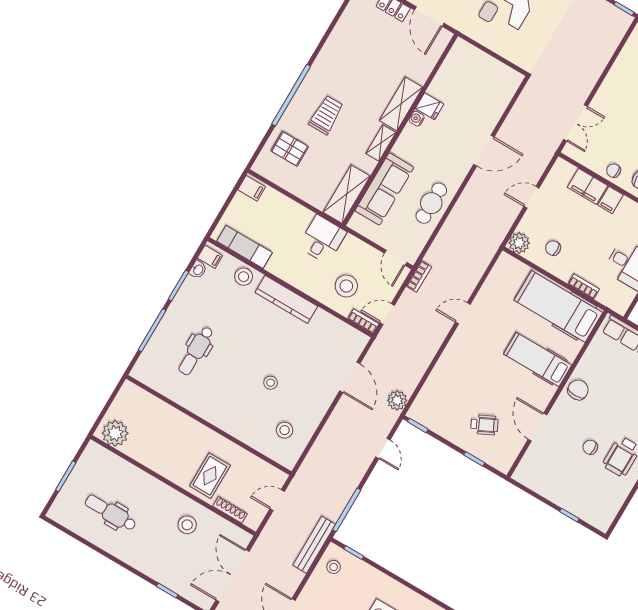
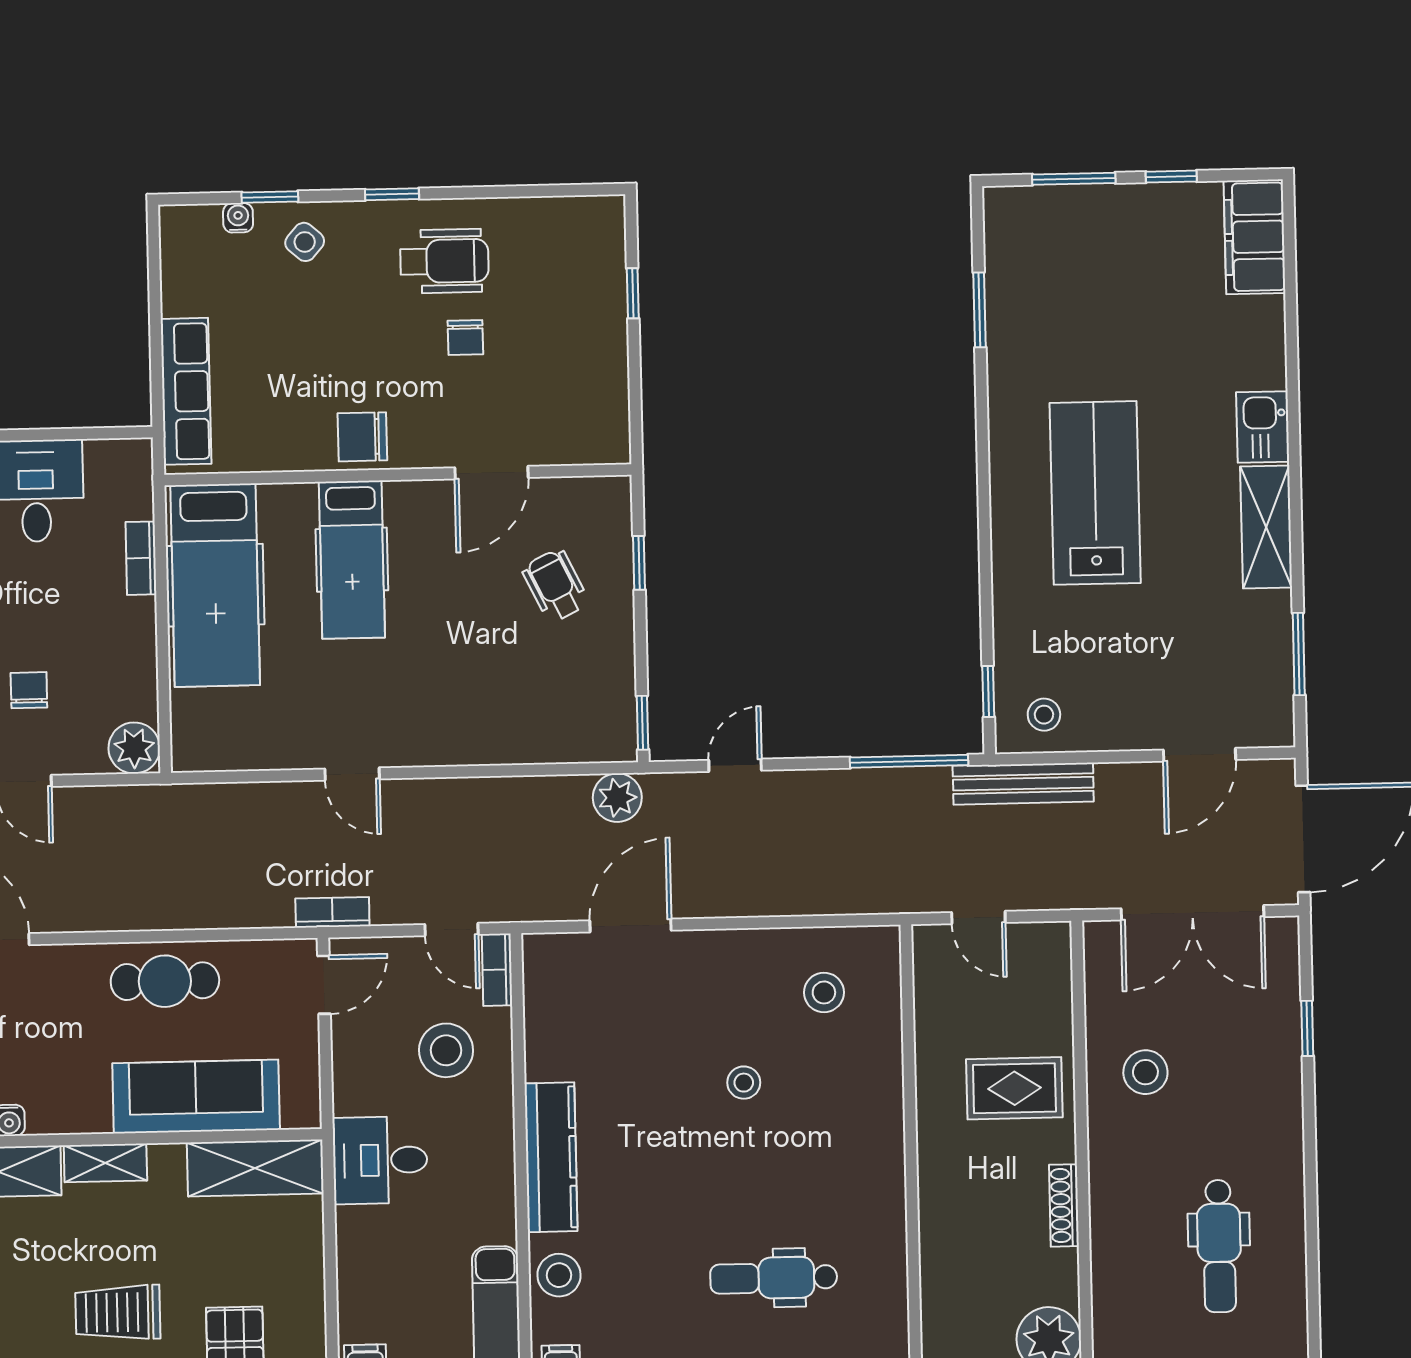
chair: (553, 248) -> (29, 690), moved, turned 180
dental chair: (196, 351) -> (774, 1278), turned 180
shoe rack: (230, 510) -> (1064, 1205), moved

